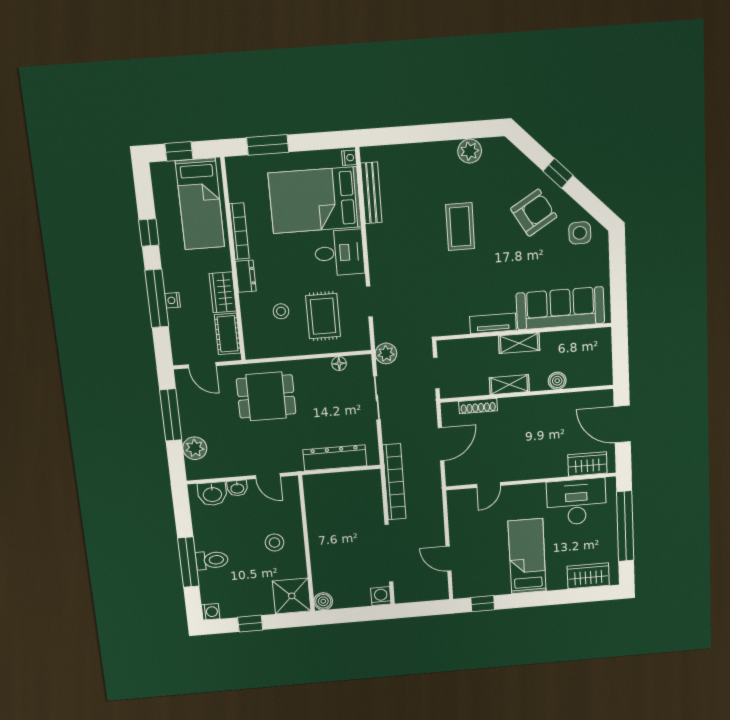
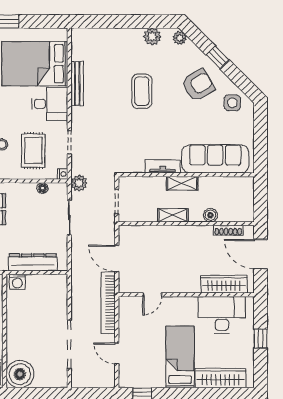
plant: (507, 150) -> (180, 38), added
nightstand: (349, 158) -> (63, 174), moved
bench: (371, 193) -> (77, 83), moved
shoe rack: (478, 406) -> (228, 230), moved
door: (441, 444) -> (117, 258), swing flipped
wardrobe: (587, 464) -> (224, 284), width x1.50
bookcase: (394, 482) -> (108, 303), moved, turned 180
window: (625, 526) -> (260, 339), width x0.32
wardrobe: (588, 576) -> (221, 378), width x1.50
washing machine: (381, 596) -> (17, 282), moved, turned 180
boiler: (323, 601) -> (20, 374), width x1.86, depth x1.86

